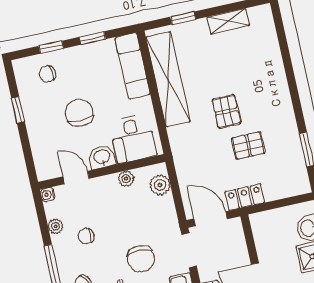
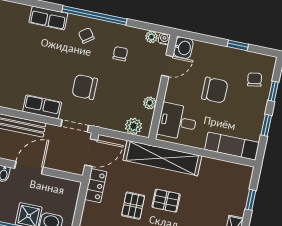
shelving: (168, 79) -> (162, 158), moved
washbasin: (102, 157) -> (183, 48), moved
plant: (56, 226) -> (151, 37), moved

